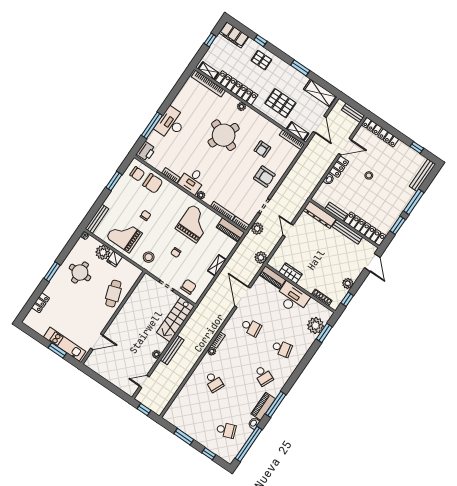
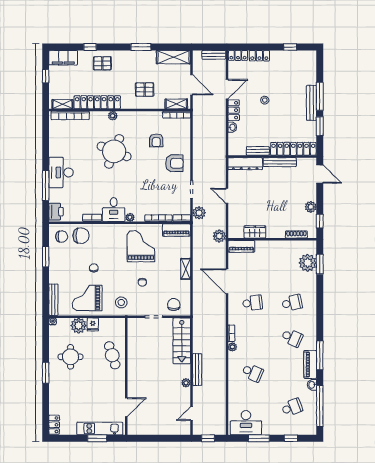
pallet: (280, 103) -> (145, 90), width x0.67, depth x0.71
bench: (422, 175) -> (311, 103), moved
desk: (292, 298) -> (246, 423), moved, turned 180
locker: (41, 303) -> (54, 425), moved

